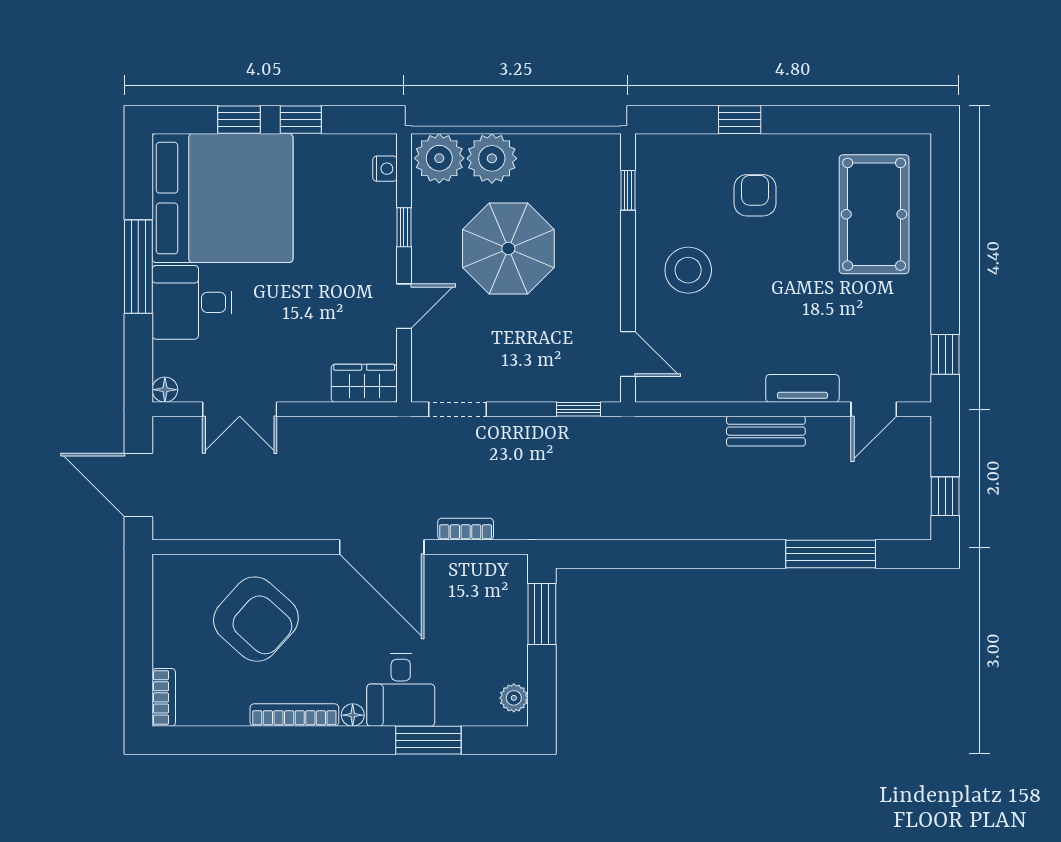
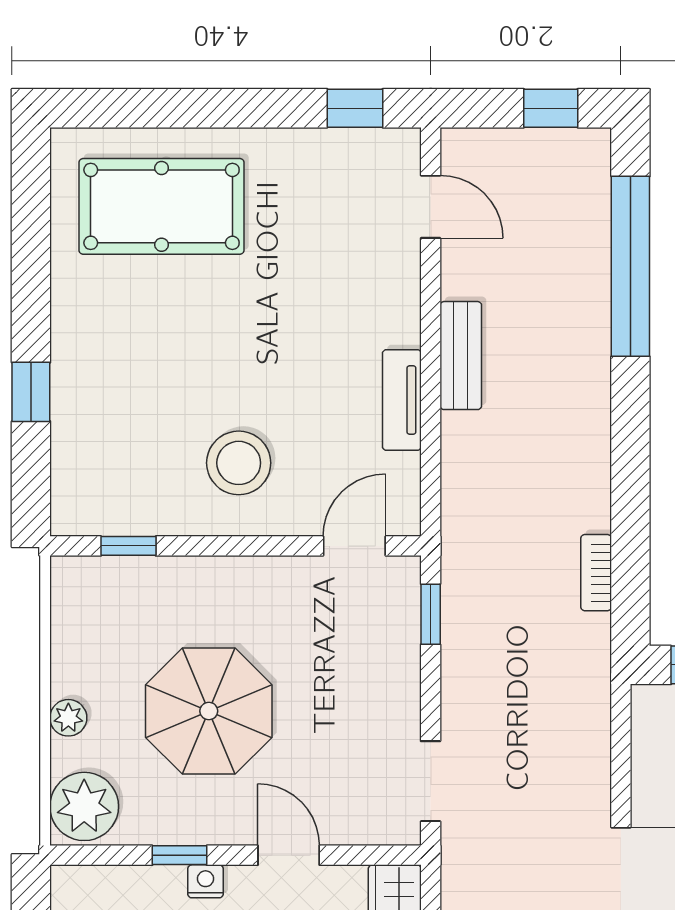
plant: (492, 158) -> (68, 718), width x0.53, depth x0.53
nightstand: (385, 169) -> (205, 881), moved
armchair: (755, 195) -> (135, 371), removed
tv unit: (802, 388) -> (402, 400), moved
bookcase: (466, 529) -> (596, 573), moved
window: (831, 554) -> (630, 266), width x1.46

